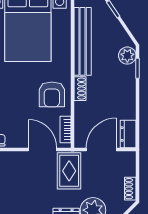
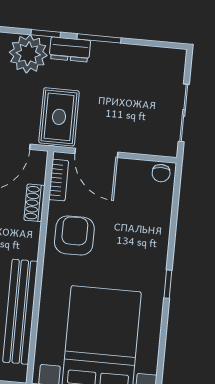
shoe rack: (80, 89) -> (34, 203), moved

